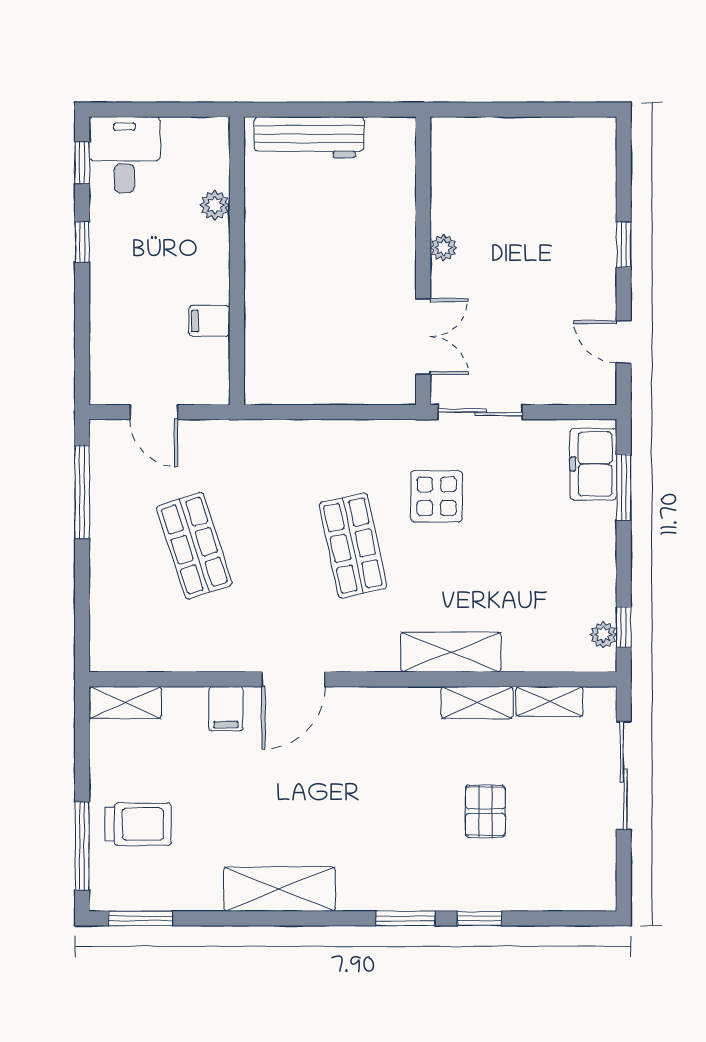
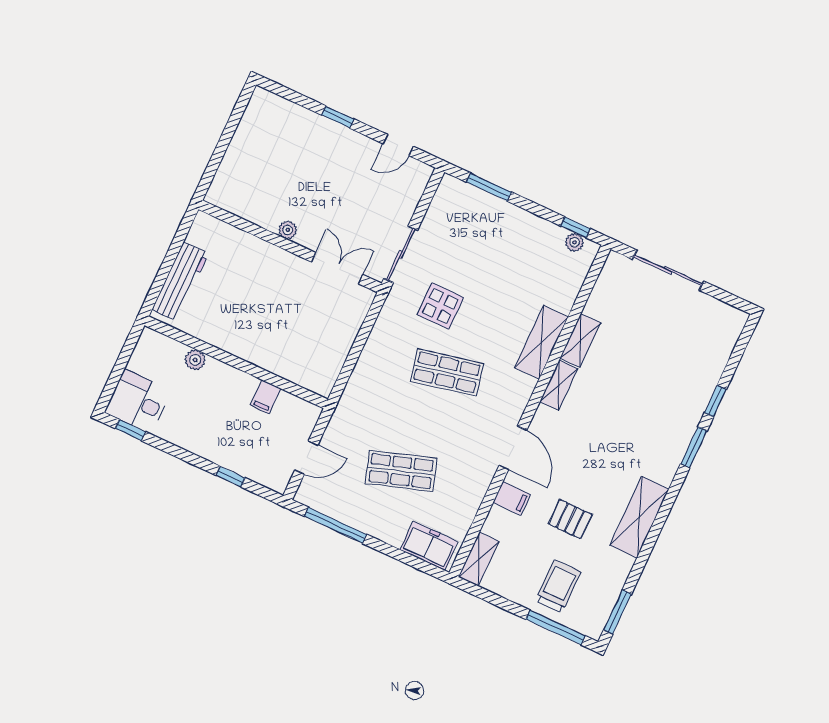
window: (82, 242) -> (230, 477), moved
freezer: (593, 464) -> (429, 546), moved, turned 180
shelving: (549, 701) -> (559, 385), moved
pallet: (485, 811) -> (570, 519), moved

